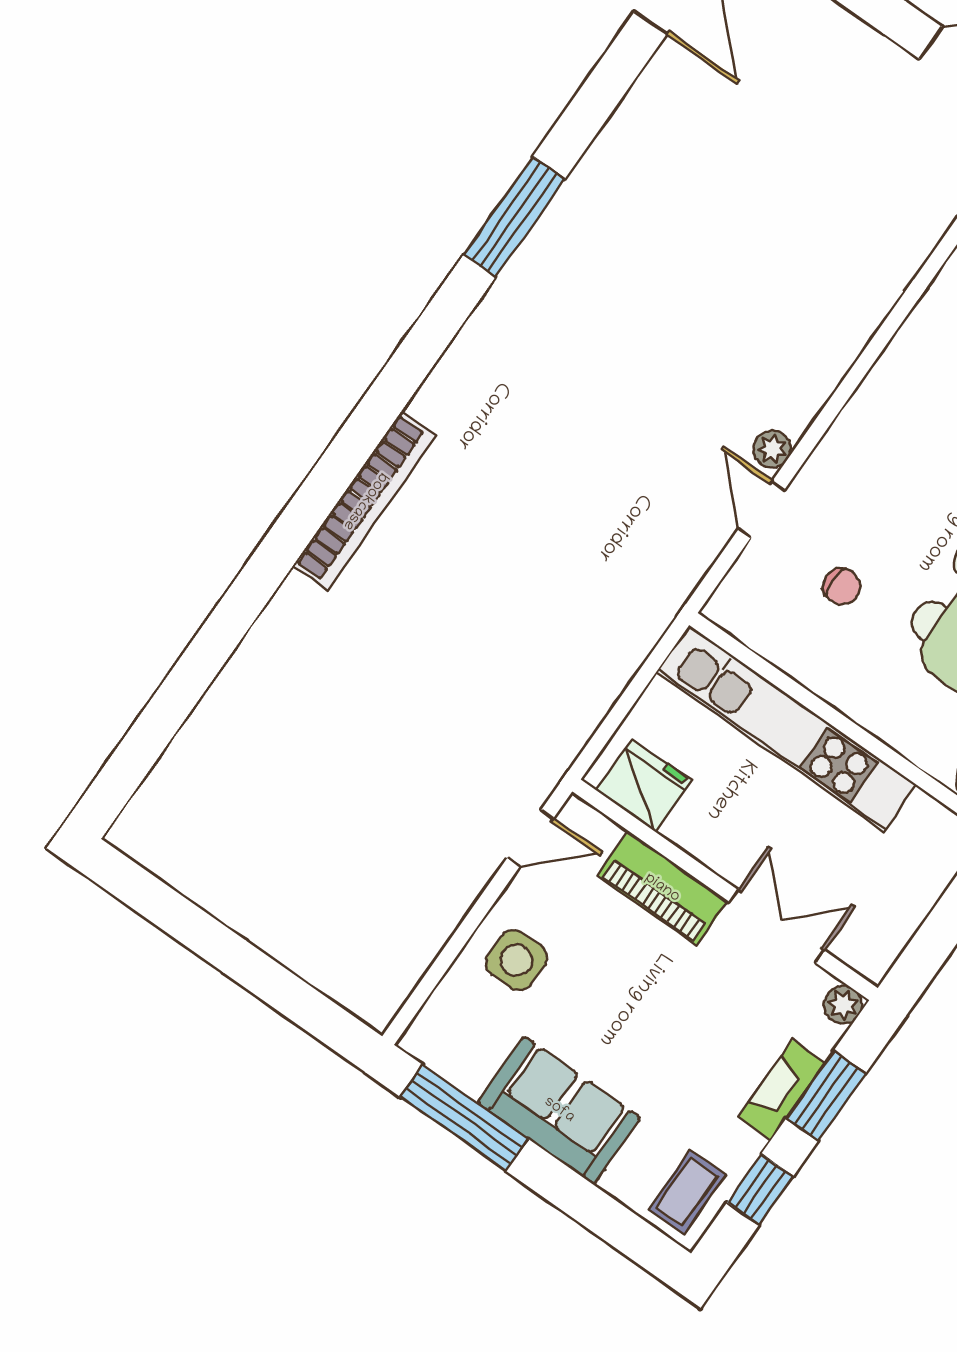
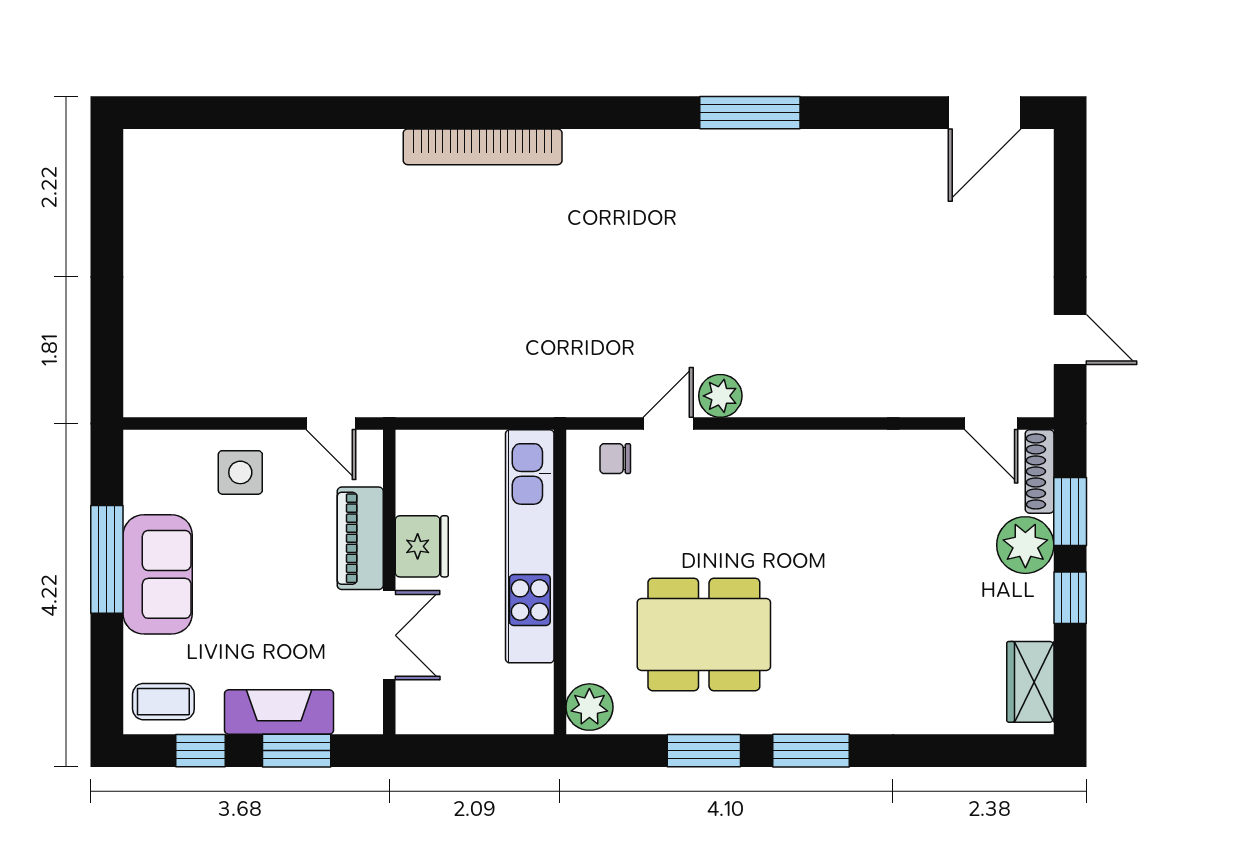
plant: (772, 449) -> (720, 396), width x1.38, depth x1.38
chair: (842, 586) -> (615, 459), moved, turned 90
fridge: (644, 785) -> (422, 546), moved
plant: (843, 1005) -> (367, 718), removed
fireplace: (781, 1090) -> (279, 712), width x1.37, depth x1.32
window: (464, 1118) -> (107, 559), moved

